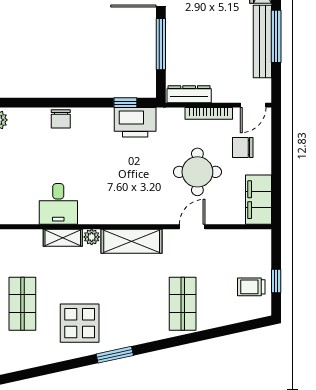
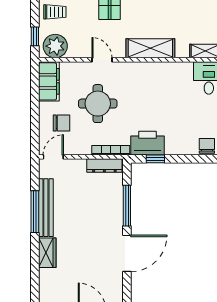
bookcase: (209, 113) -> (111, 150), moved
door: (192, 227) -> (102, 60), swing flipped
plant: (92, 237) -> (55, 46), moved, width x1.87, depth x1.87
window: (276, 281) -> (35, 36), moved

